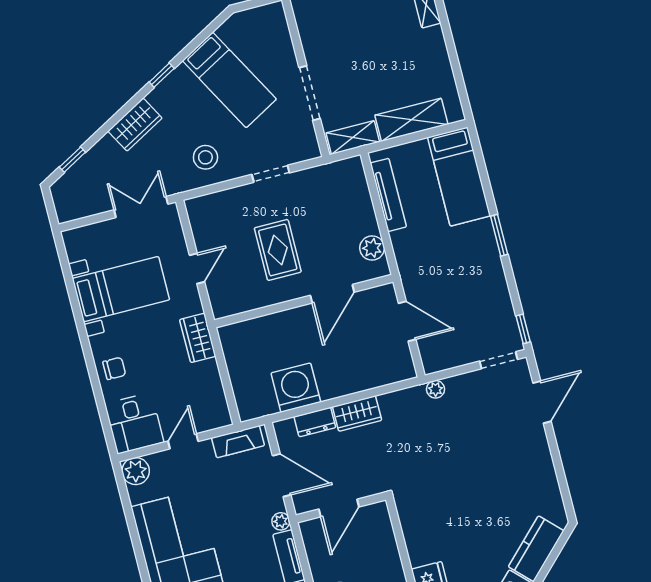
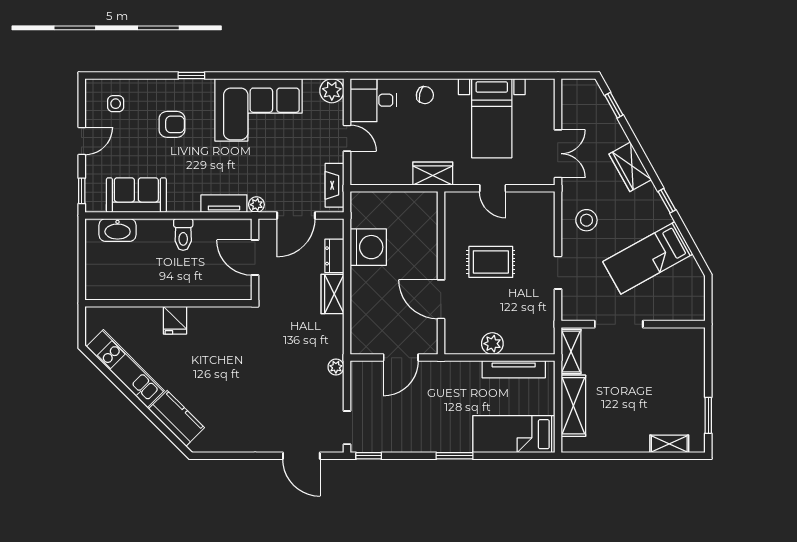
plant: (372, 248) -> (492, 344), moved
chair: (114, 368) -> (425, 95), turned -77

